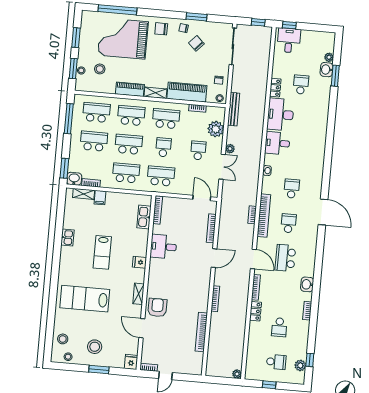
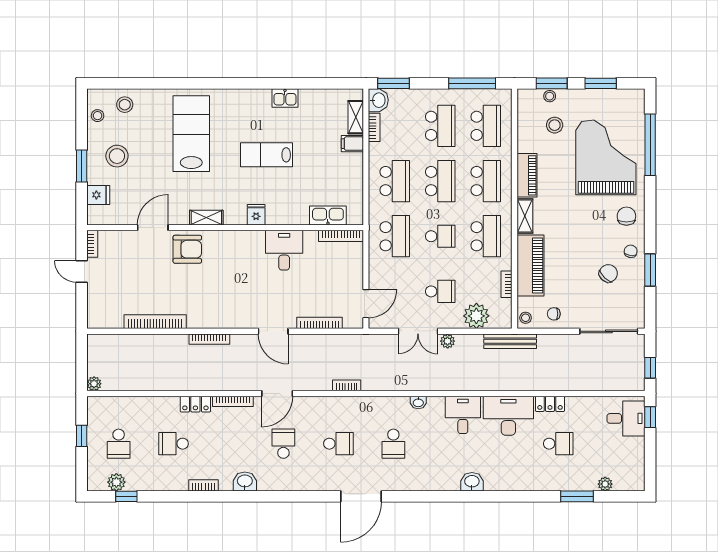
washbasin: (326, 70) -> (472, 482), moved
school desk: (292, 189) -> (393, 444), turned 90
bookcase: (264, 216) -> (347, 404), removed
school desk: (285, 258) -> (283, 444), width x0.54
fridge: (131, 362) -> (98, 195), moved

